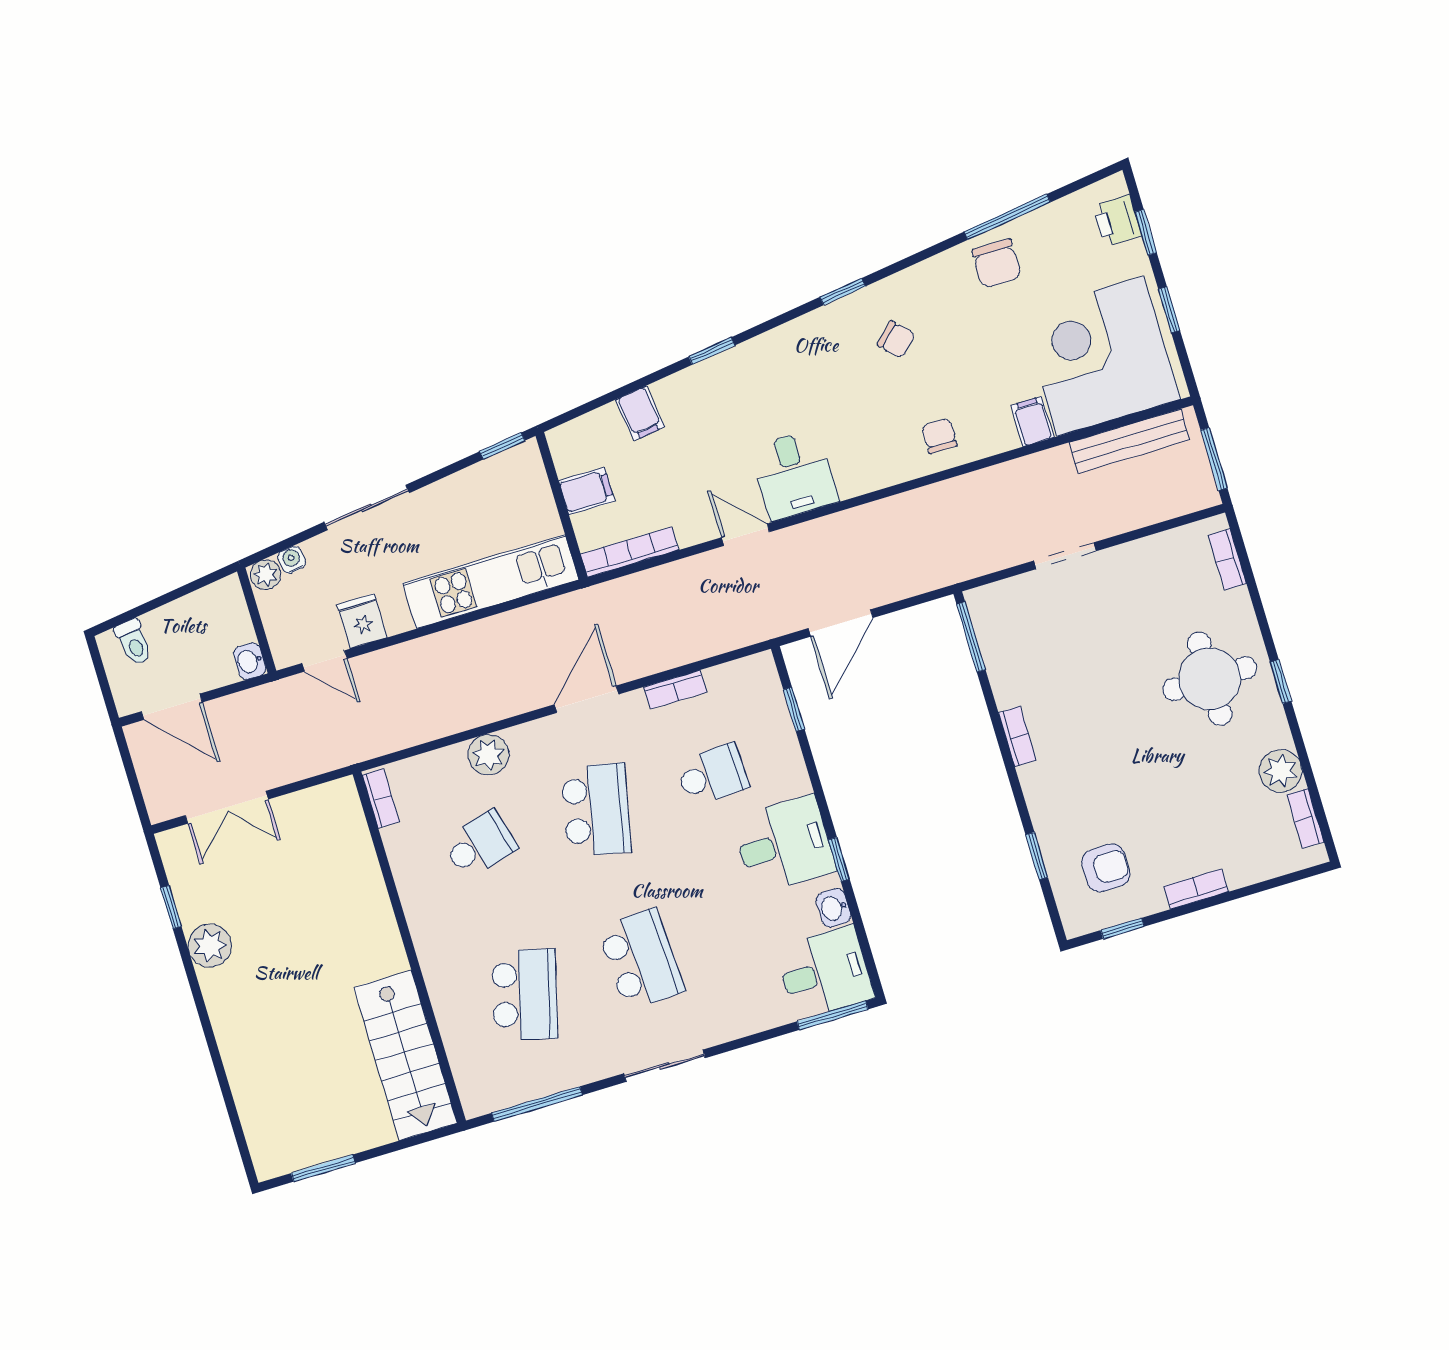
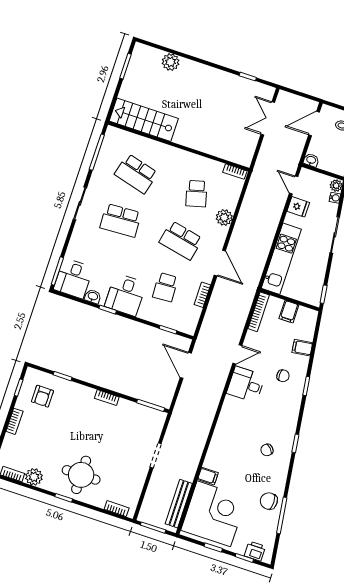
chair: (939, 436) -> (283, 376), moved
door: (324, 661) -> (294, 185), hinge flipped
plant: (210, 946) -> (171, 62), moved

